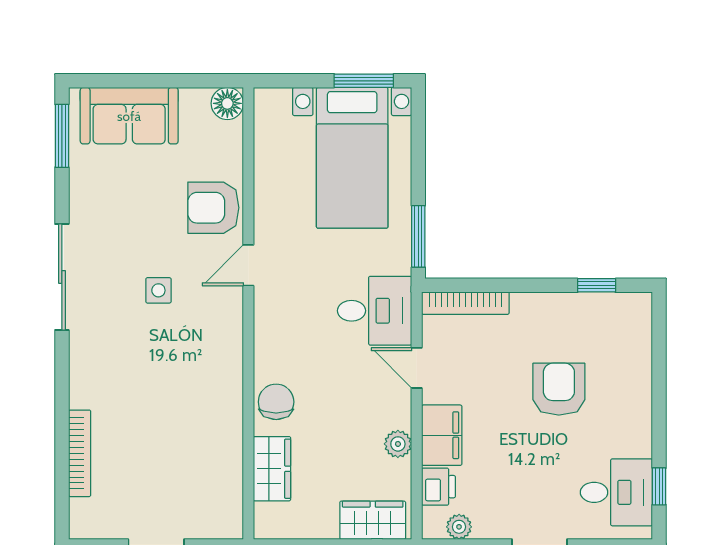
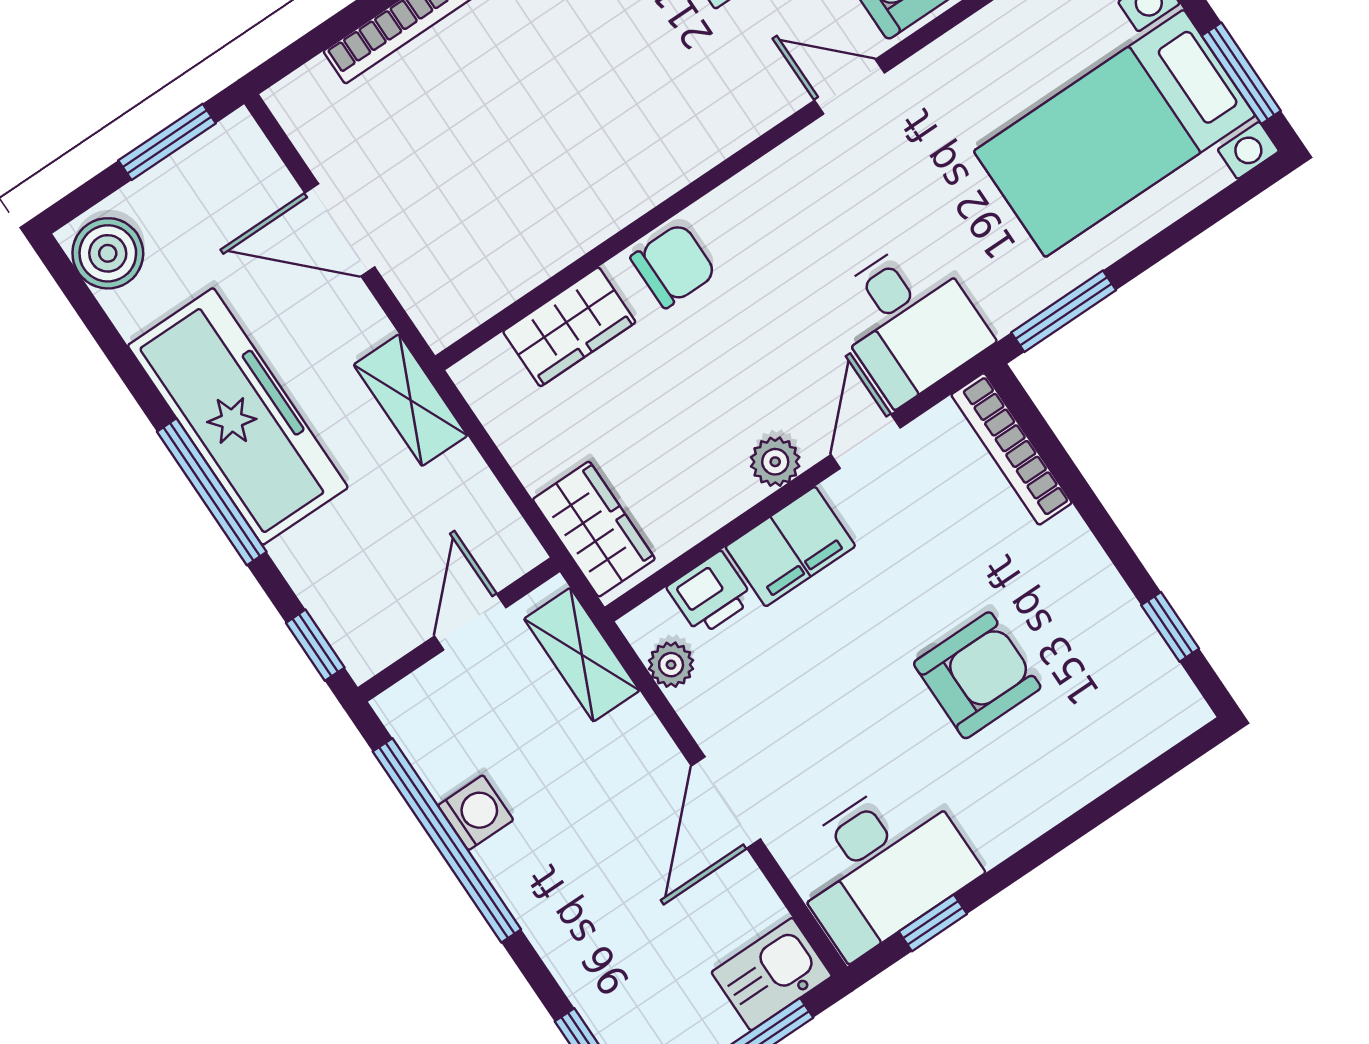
plant: (398, 444) -> (775, 462), moved
desk: (616, 492) -> (881, 865), width x1.37

